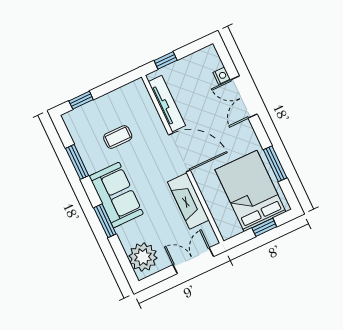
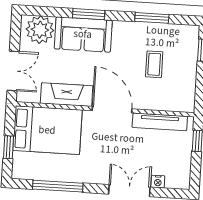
door: (179, 153) -> (112, 110), swing flipped
window: (275, 164) -> (58, 186), width x1.44
bed: (250, 191) -> (47, 130), moved
sofa: (116, 195) -> (83, 34), moved

